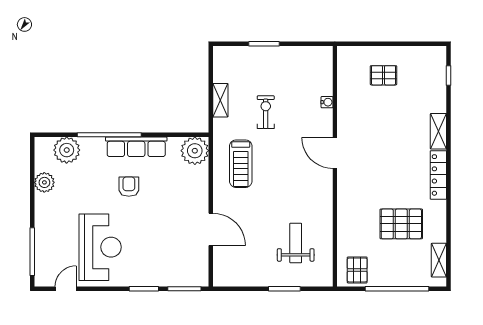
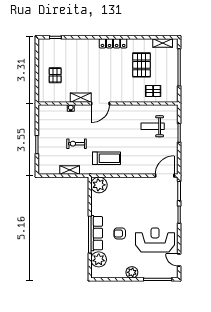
shelving: (438, 131) -> (81, 98), moved
row of seats: (136, 147) -> (97, 233), moved
plant: (44, 182) -> (132, 272), moved
armchair: (129, 187) -> (120, 233), moved
door: (211, 229) -> (165, 176), moved
pallet: (357, 270) -> (153, 91), moved

